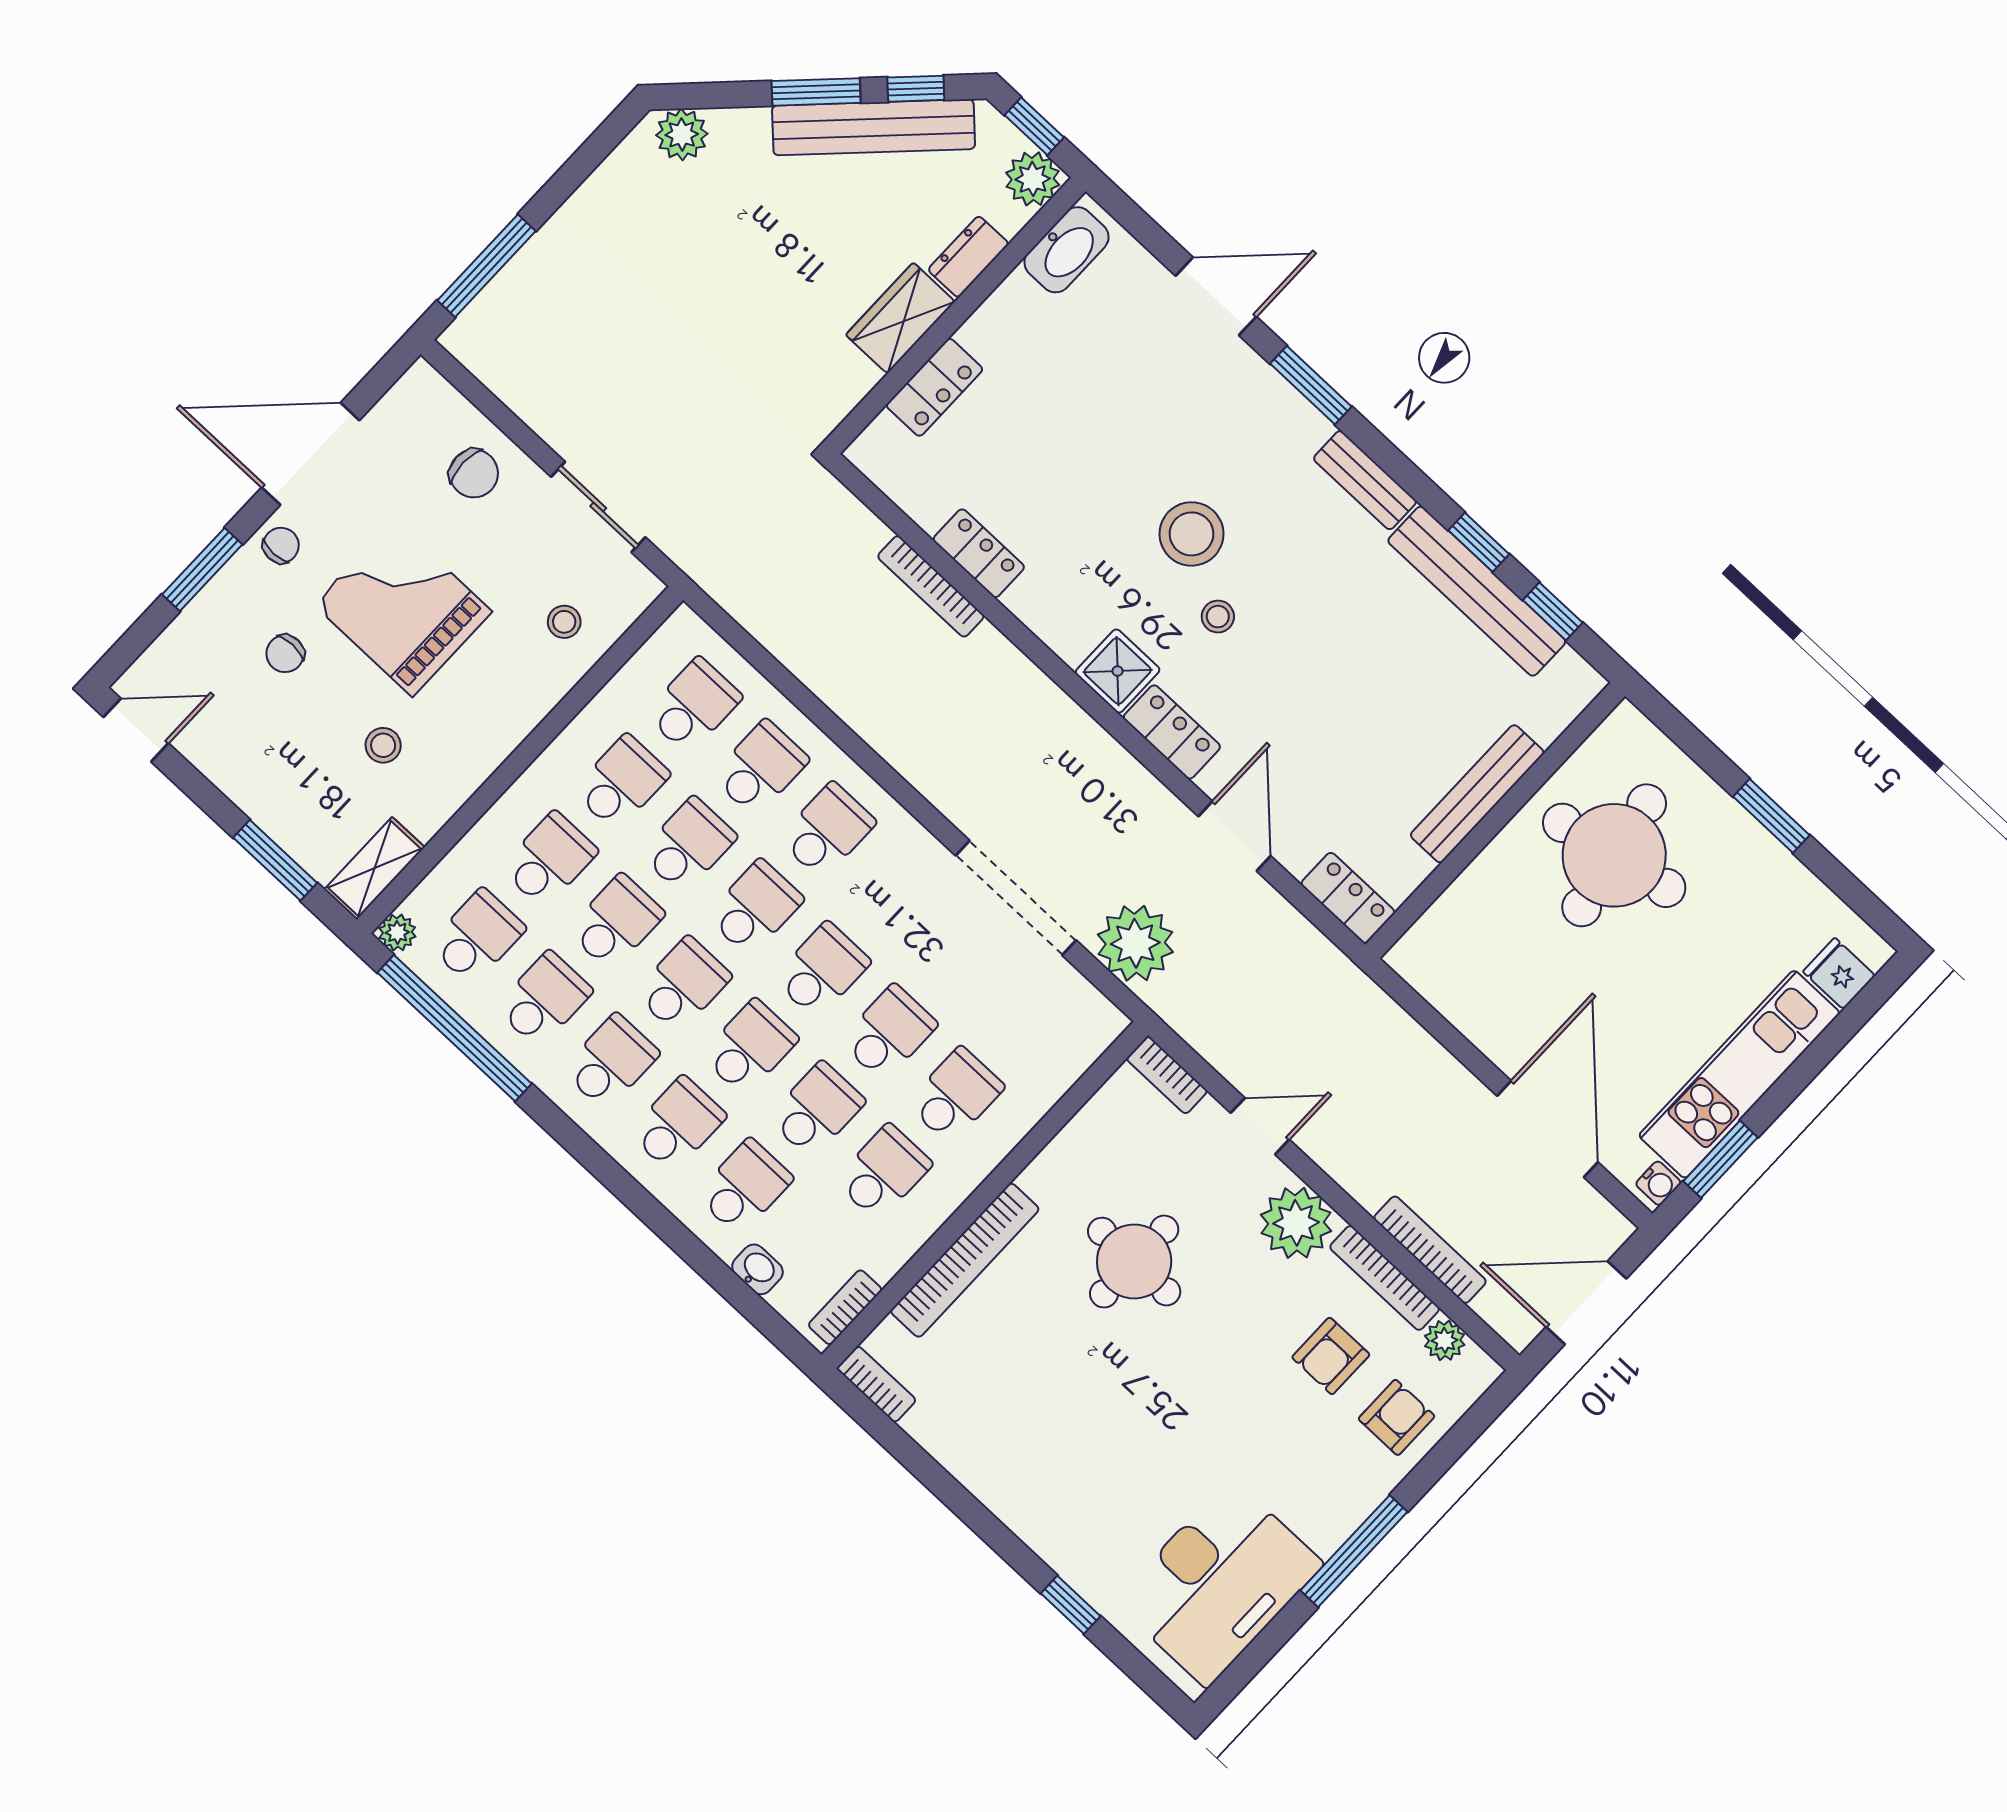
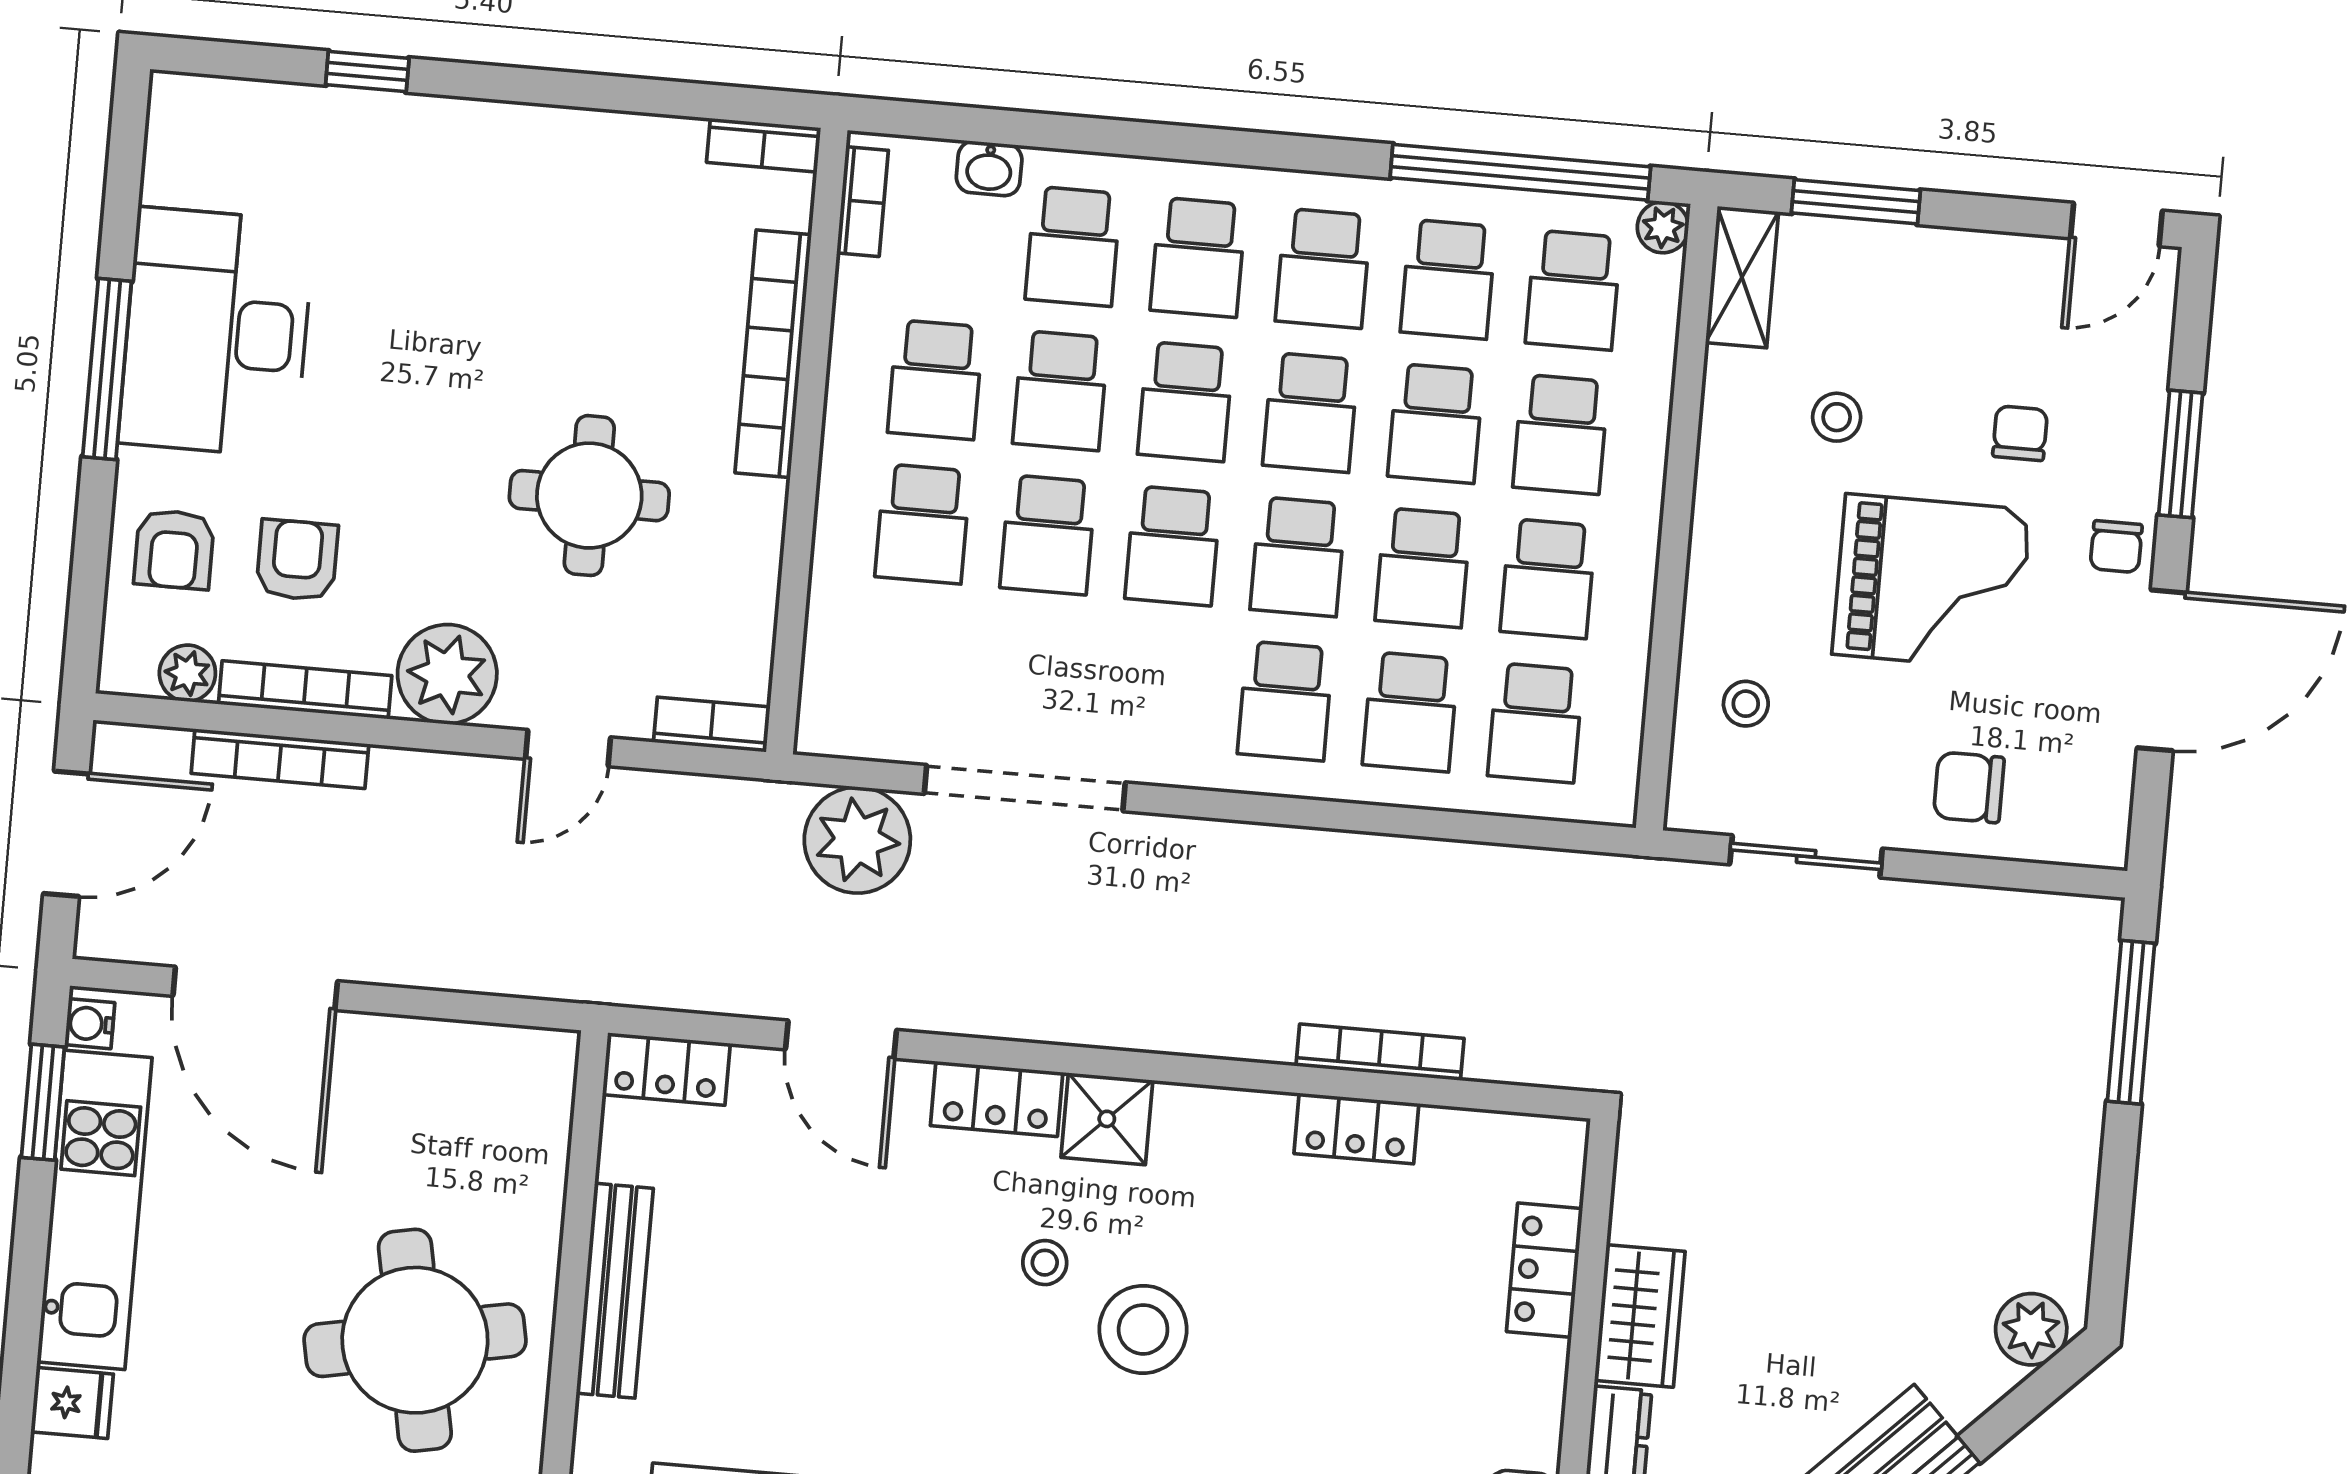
desk: (1219, 1583) -> (216, 332), moved

